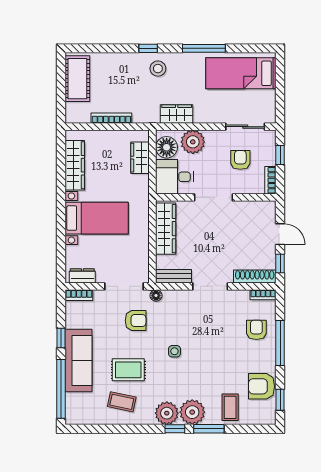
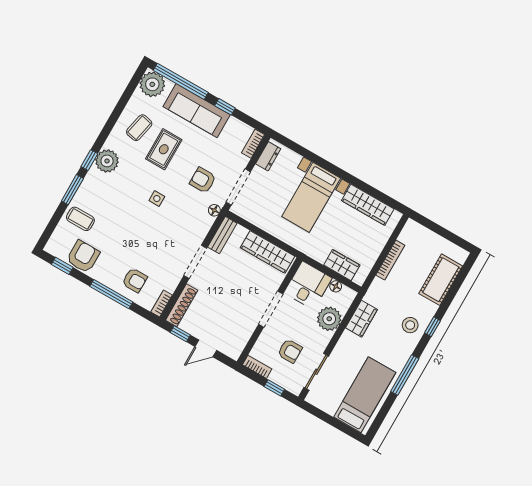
cot: (77, 79) -> (441, 280), moved, turned 90
floor lamp: (167, 147) -> (336, 286), width x0.53, depth x0.53
armchair: (136, 321) -> (203, 180), turned 90
plant: (192, 412) -> (152, 84), moved

